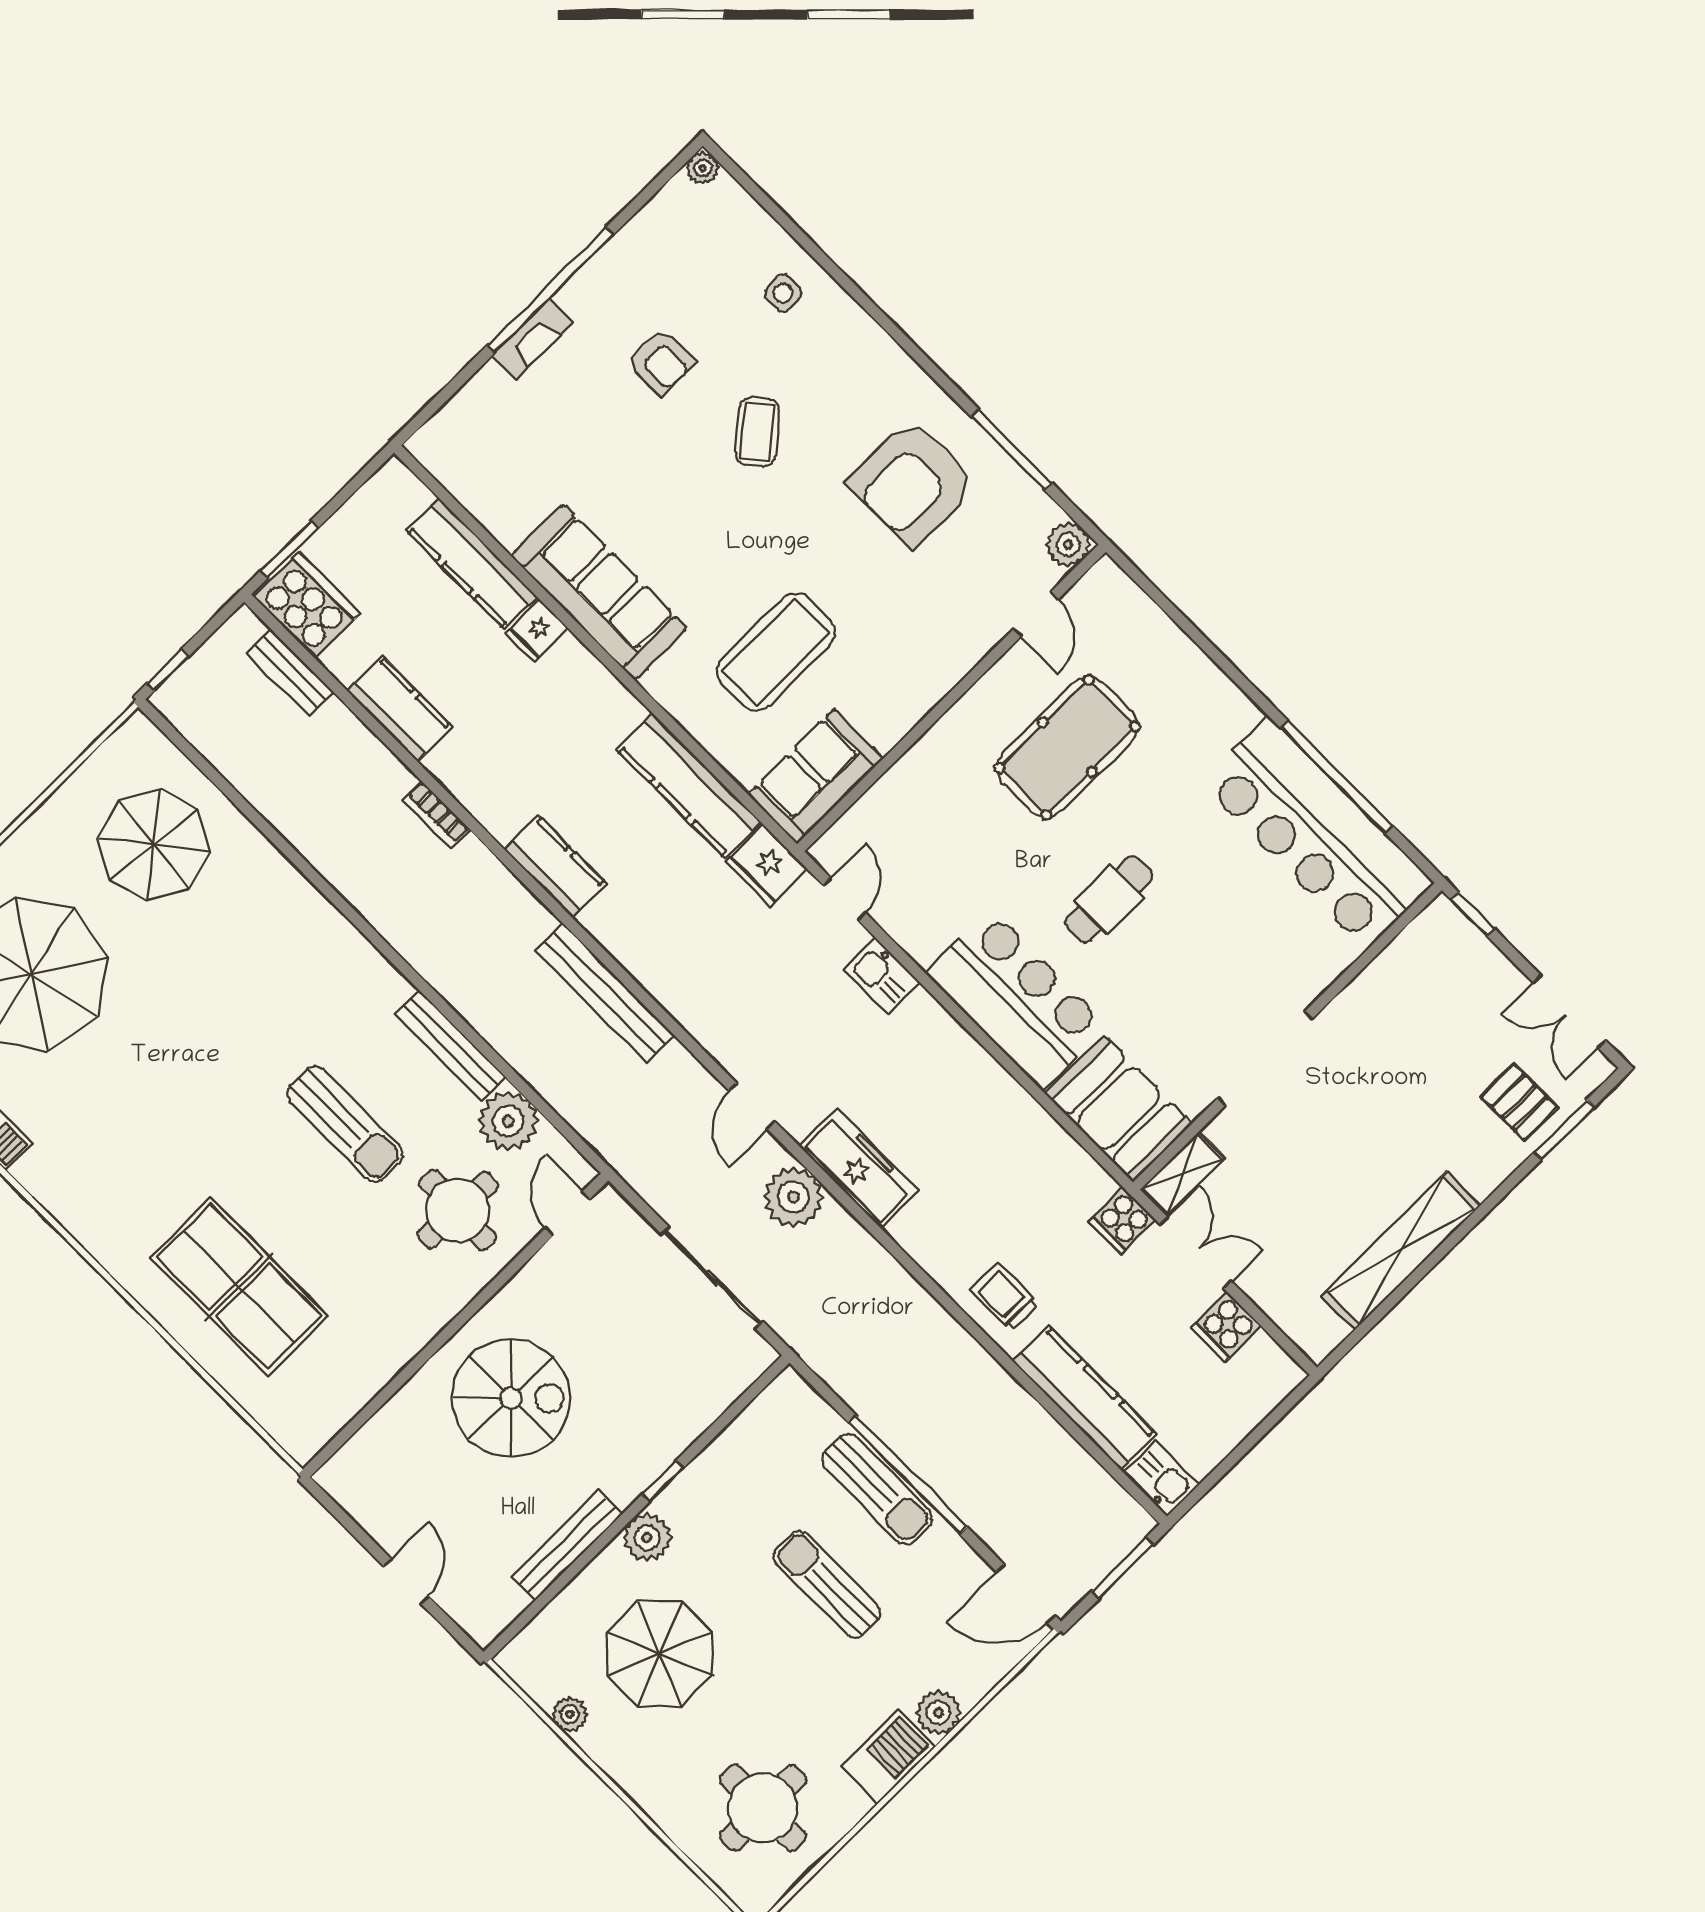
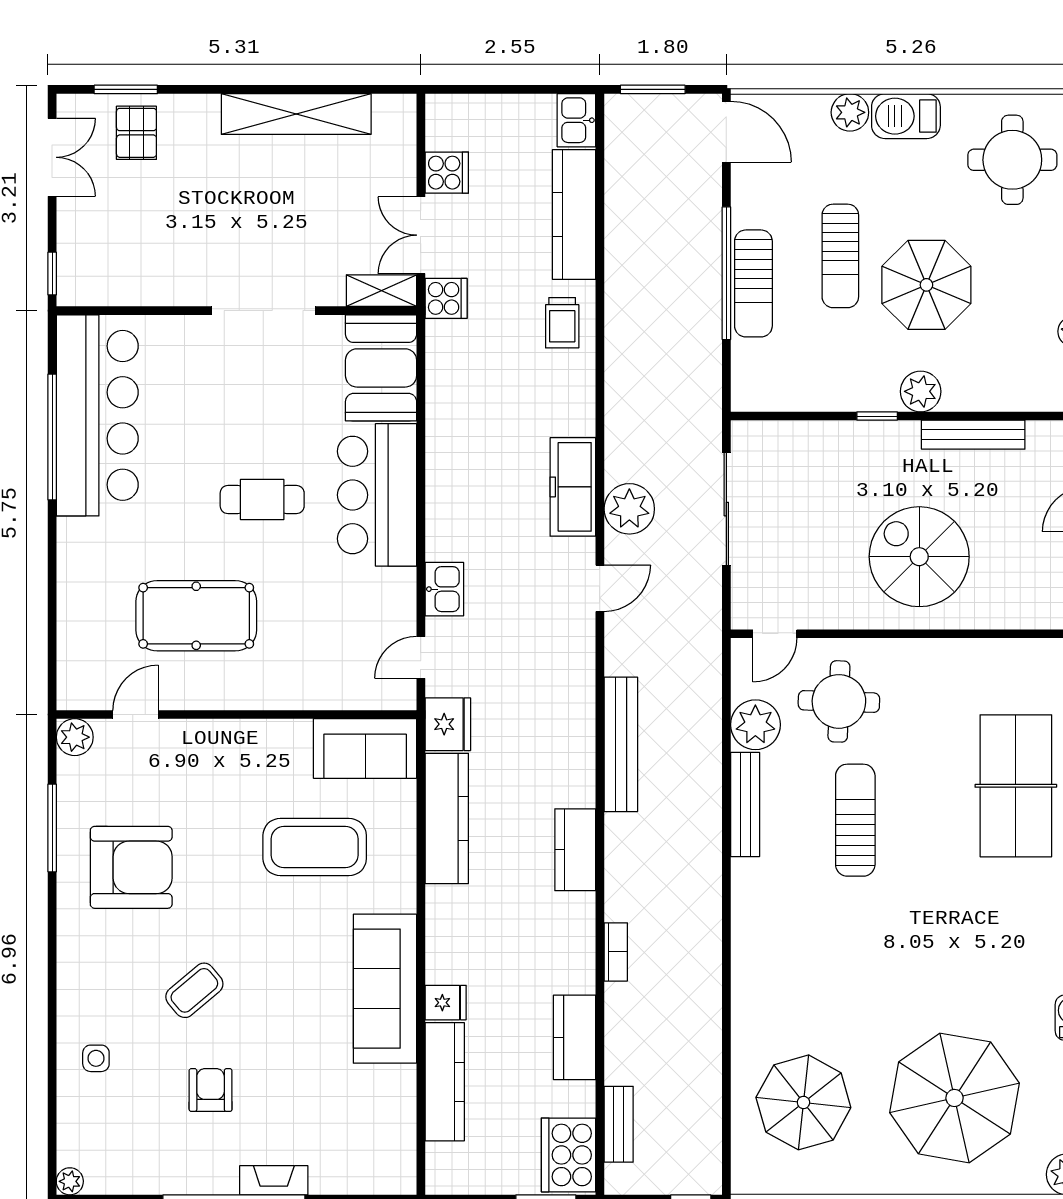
sun lounger: (877, 1489) -> (753, 283), turned 180
parasol: (660, 1654) -> (926, 285), moved

